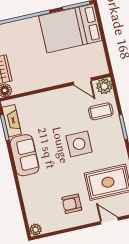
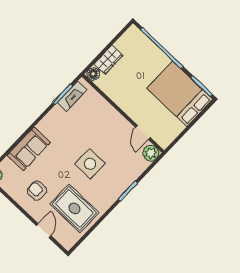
coffee table: (101, 111) -> (128, 164), removed
sofa: (25, 155) -> (29, 149), moved

